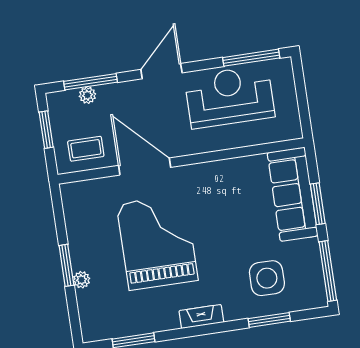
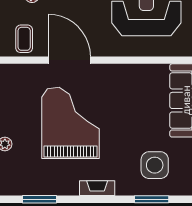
coffee table: (86, 149) -> (24, 39), turned 90

